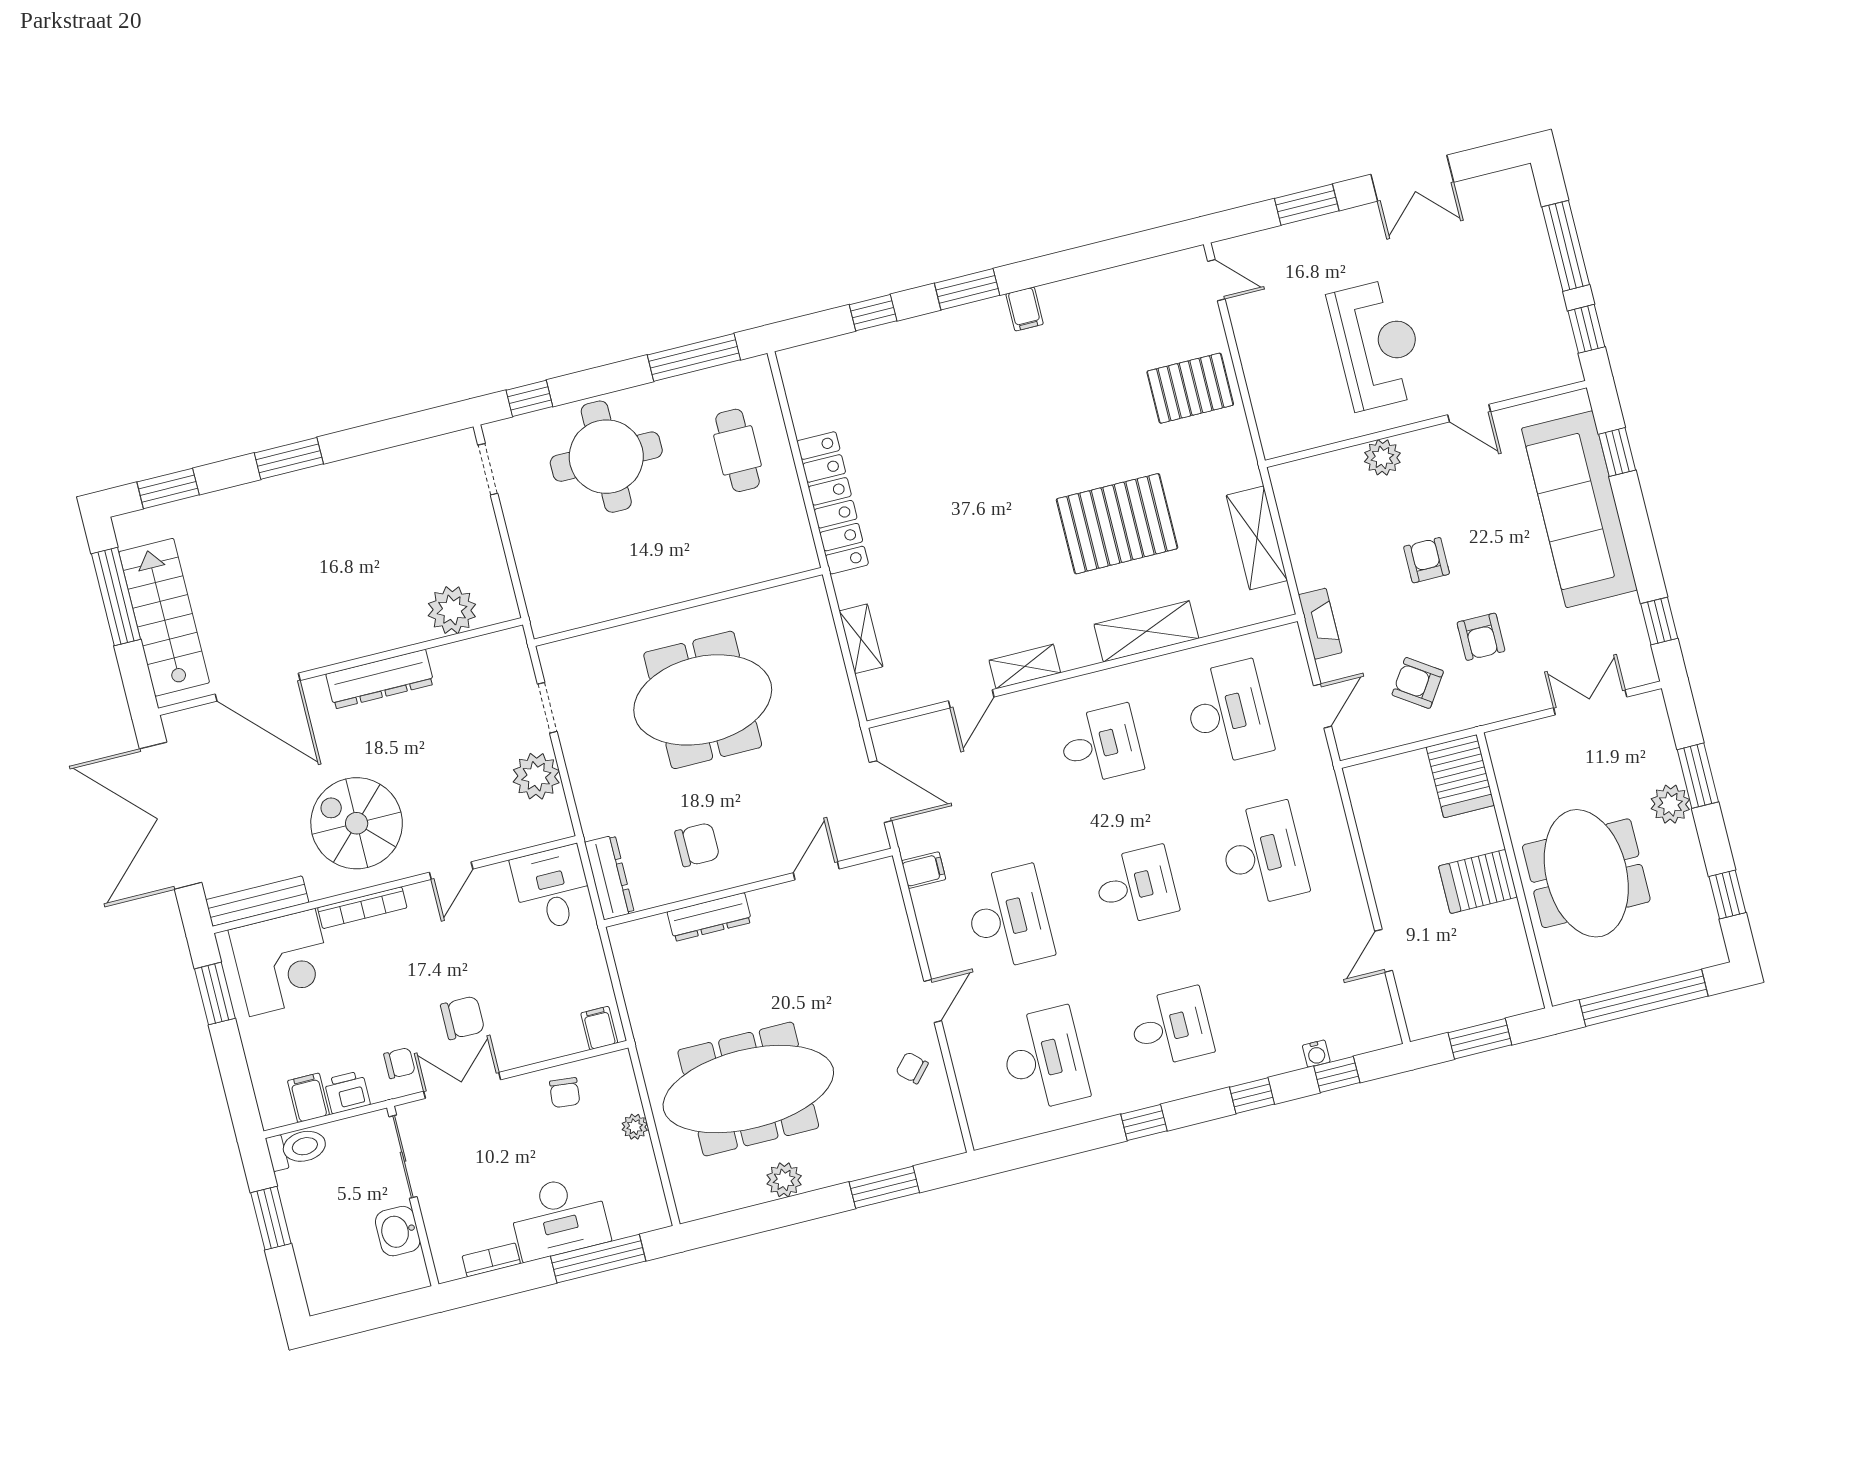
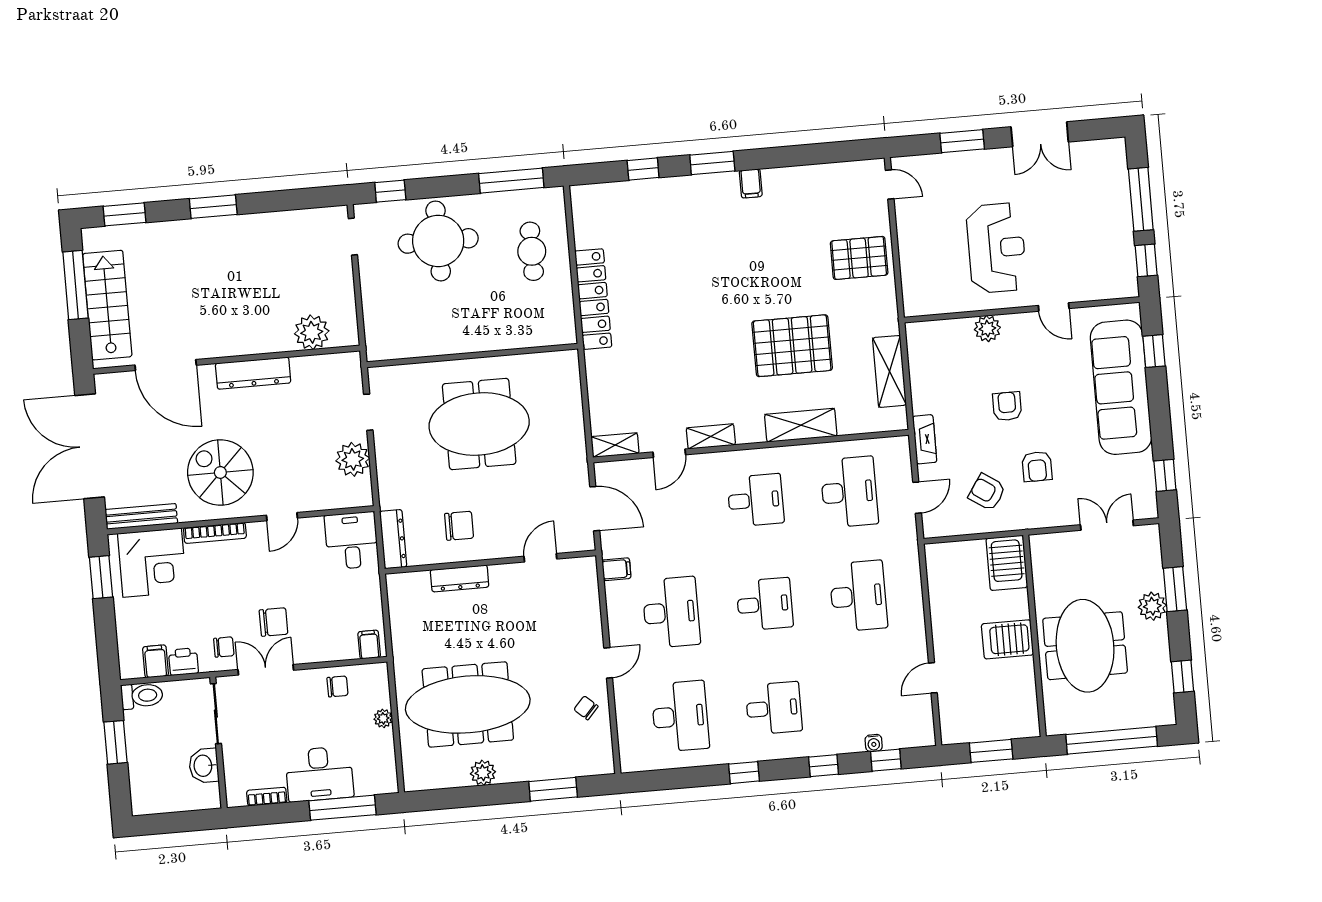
shelving: (861, 639) -> (615, 445), moved, turned 90
chair: (565, 1093) -> (337, 686), turned -96

